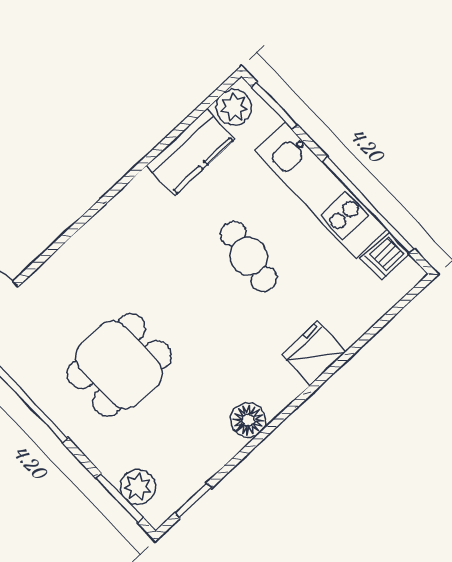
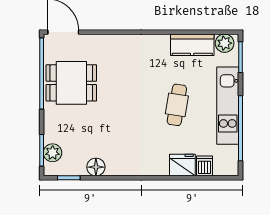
dishwasher: (385, 256) -> (204, 166), moved, turned 90
fridge: (314, 353) -> (182, 165), moved
dining table: (119, 365) -> (71, 83), moved
floor lamp: (248, 420) -> (96, 167), moved

